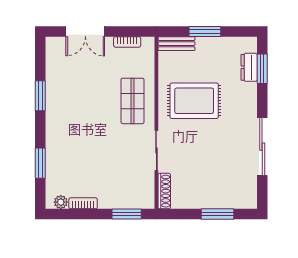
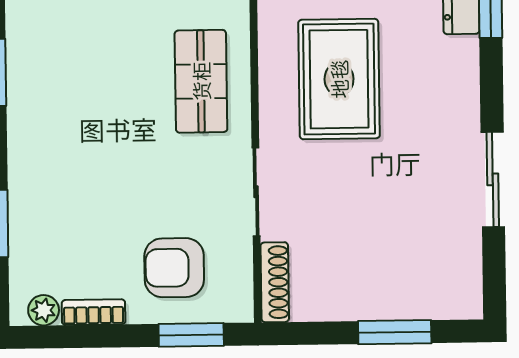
rug: (194, 101) -> (339, 79), turned 90
sliding door: (262, 147) -> (493, 179), width x0.73
armchair: (119, 184) -> (174, 268), added

